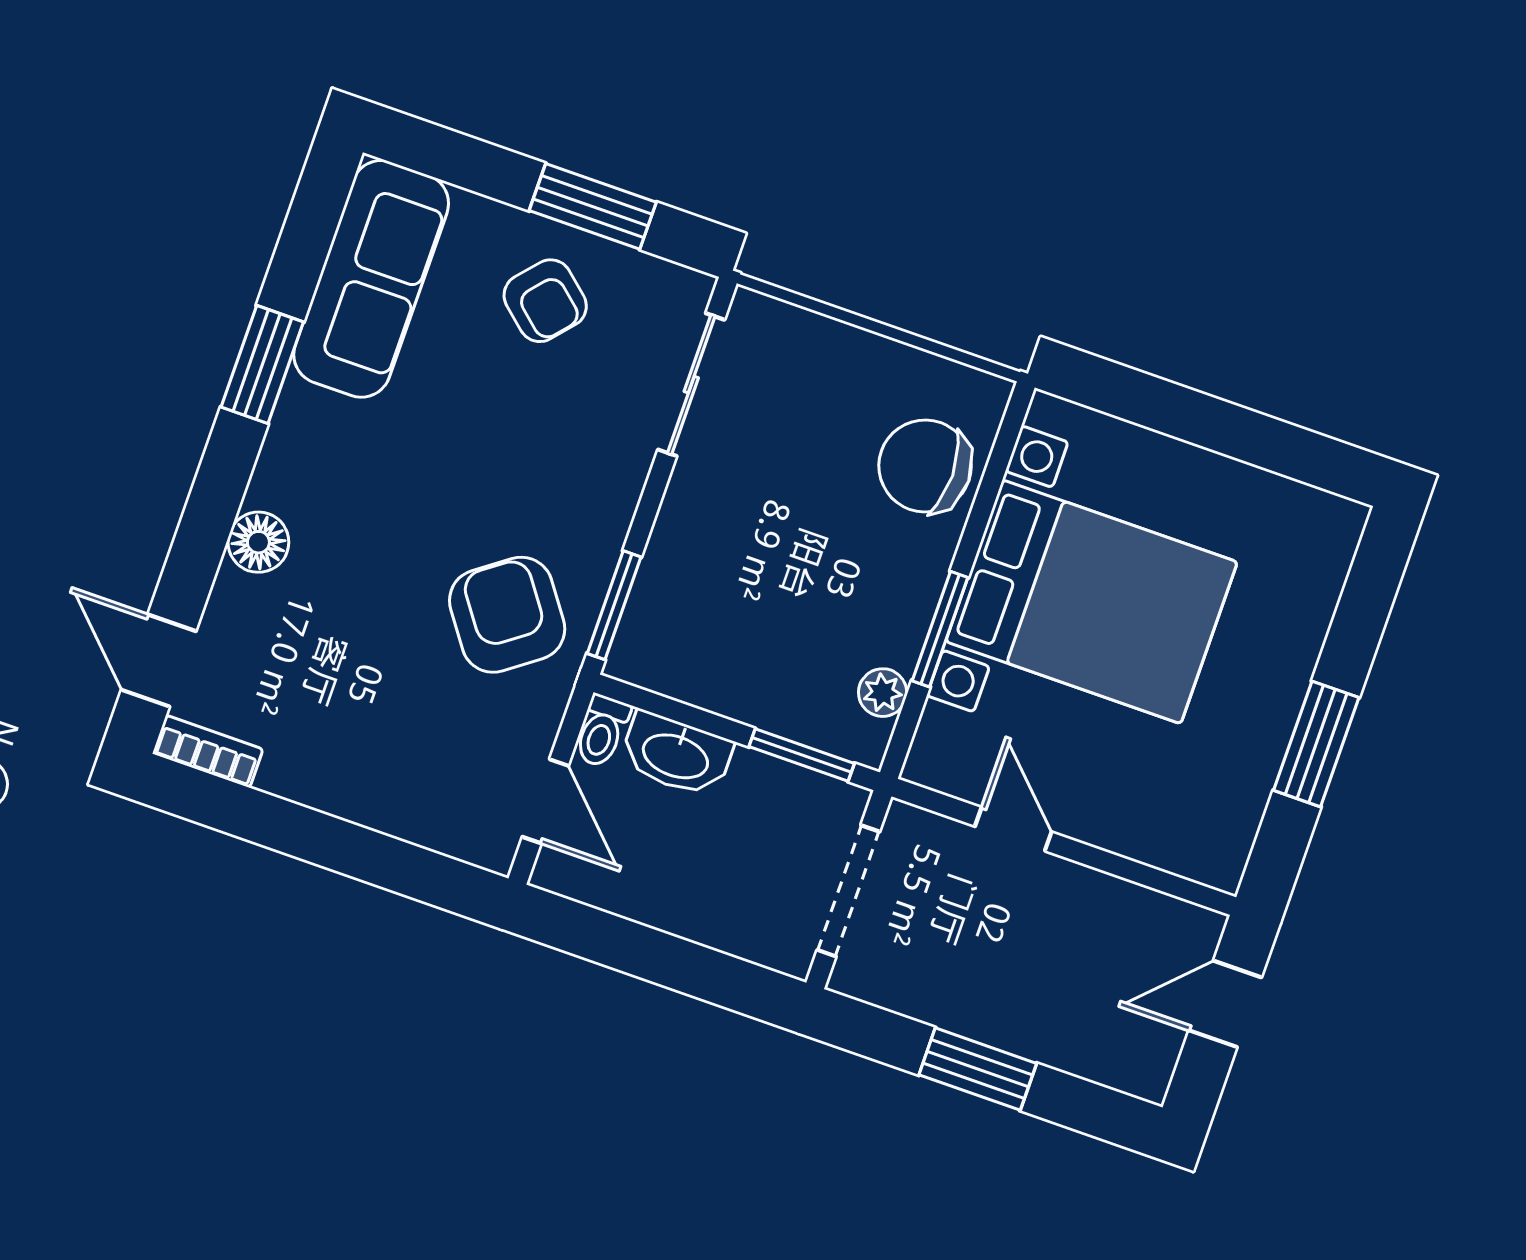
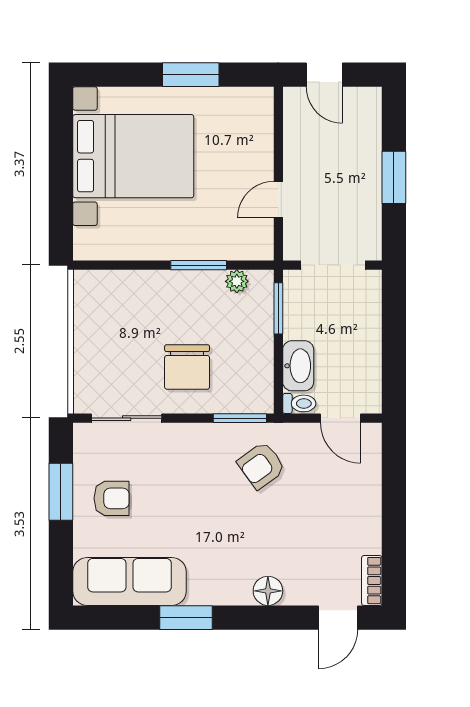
armchair: (545, 301) -> (112, 498), turned 49
chair: (925, 466) -> (187, 367), moved
bed with nightstands: (1091, 602) -> (133, 156), moved, turned 90
armchair: (507, 615) -> (261, 465), width x0.72, depth x0.72
door: (545, 801) -> (341, 418), swing flipped

